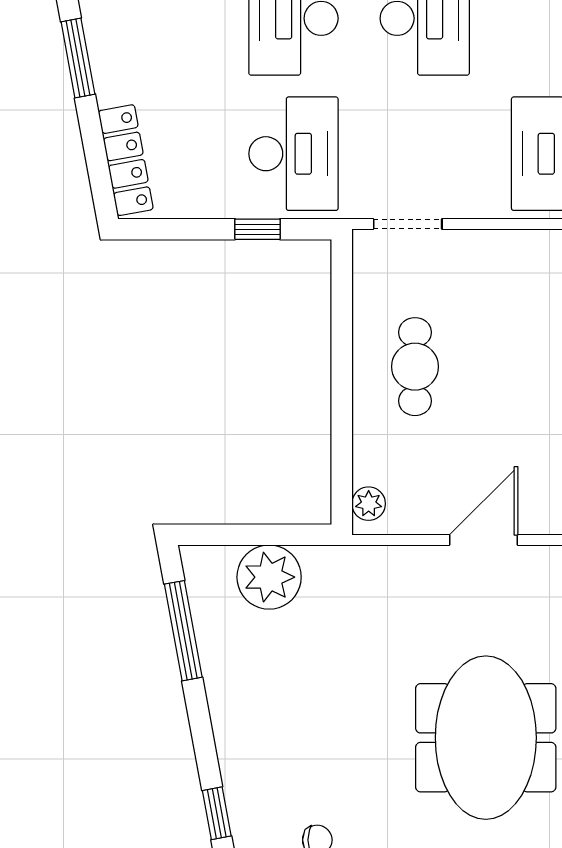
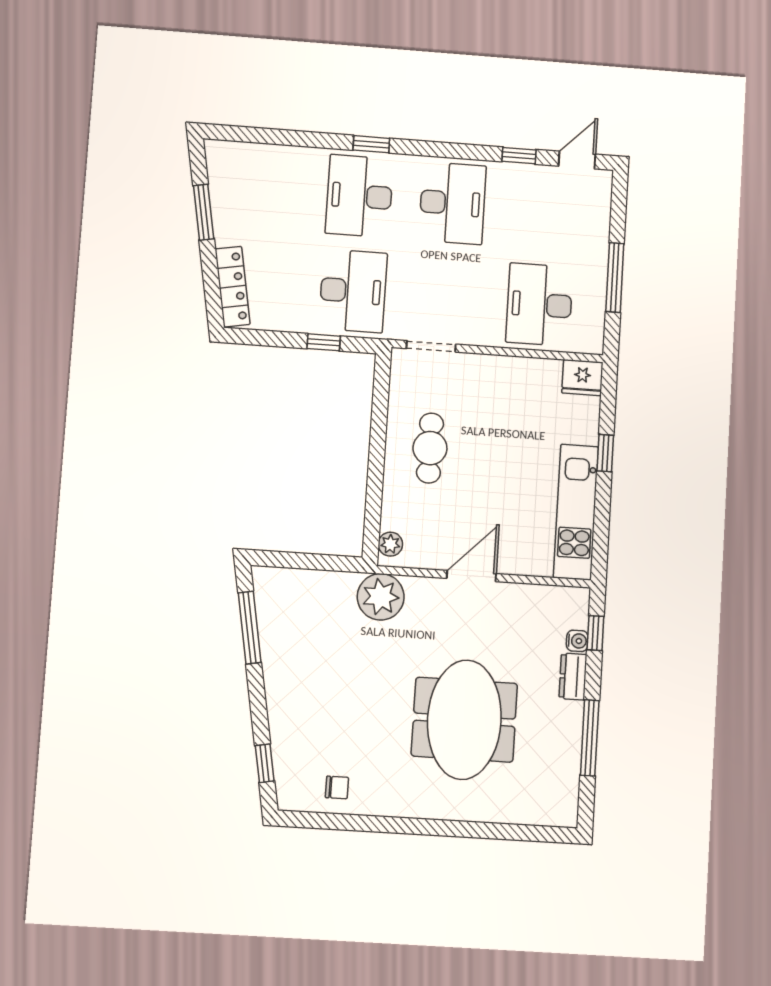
plant: (269, 577) -> (381, 597), moved

